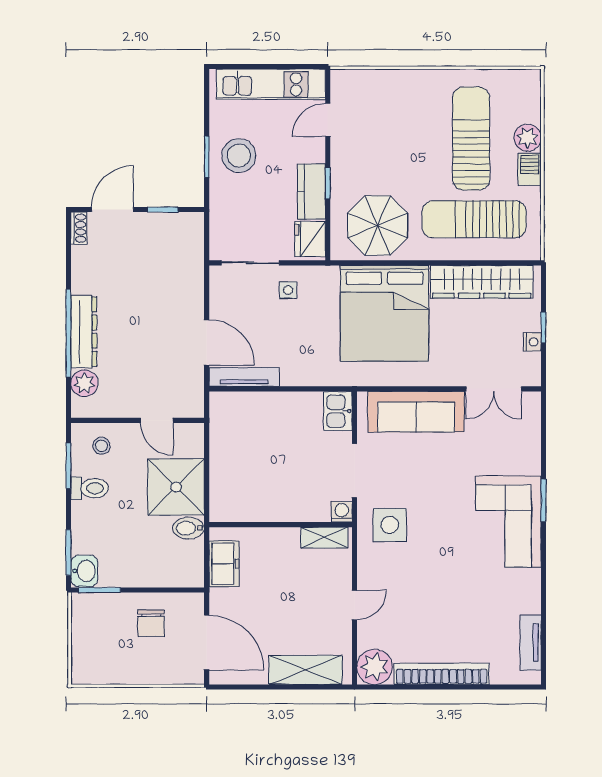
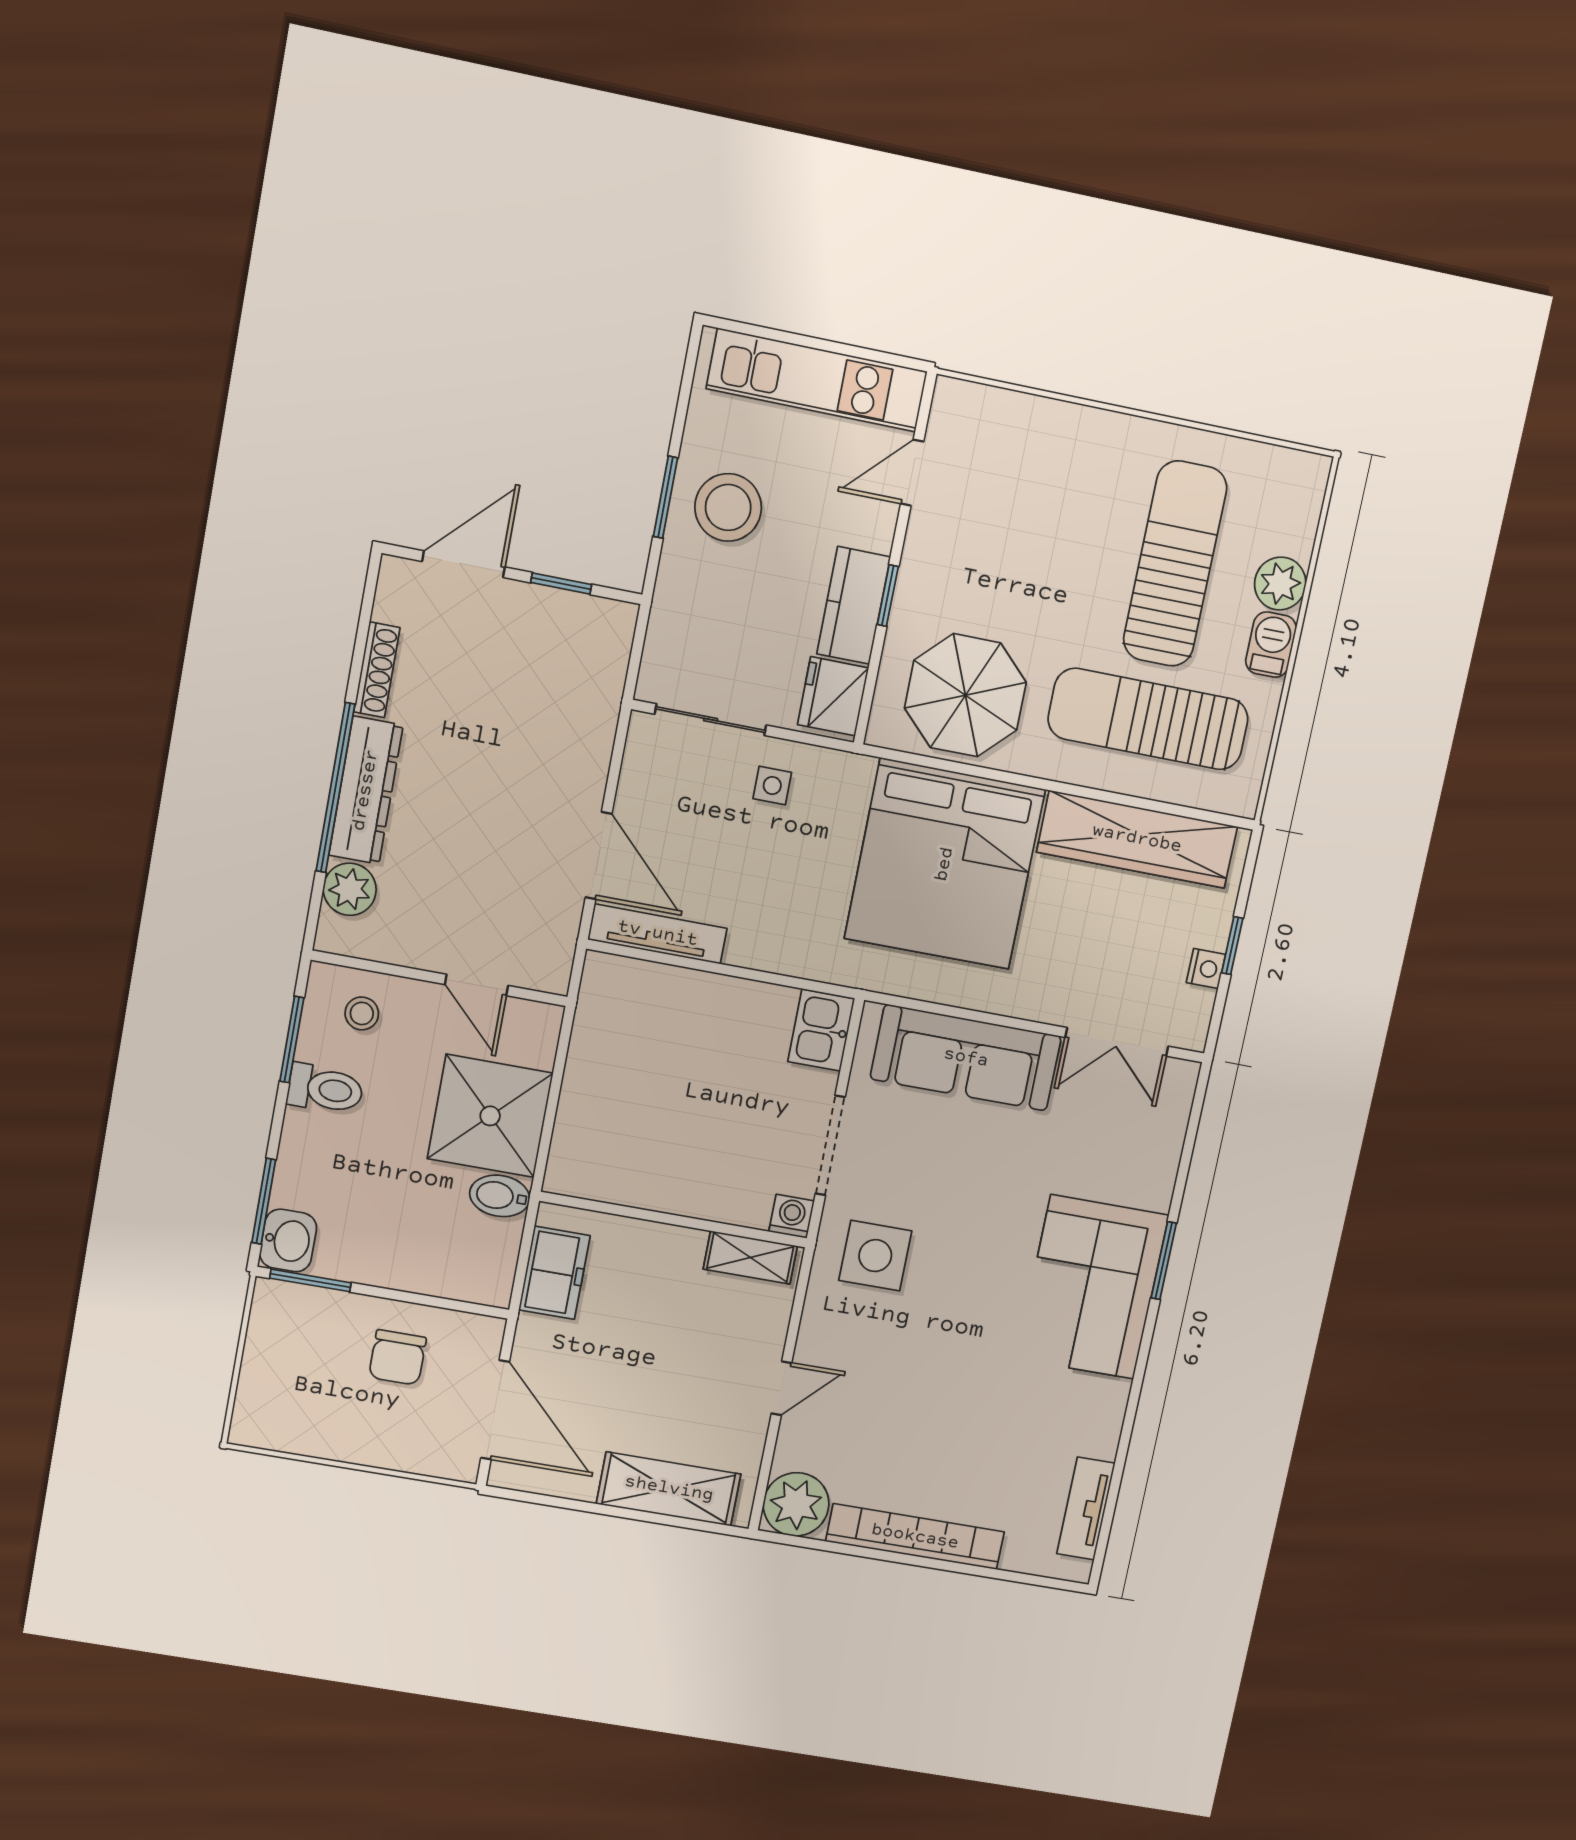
shoe rack: (79, 228) -> (377, 670), moved, width x1.43

